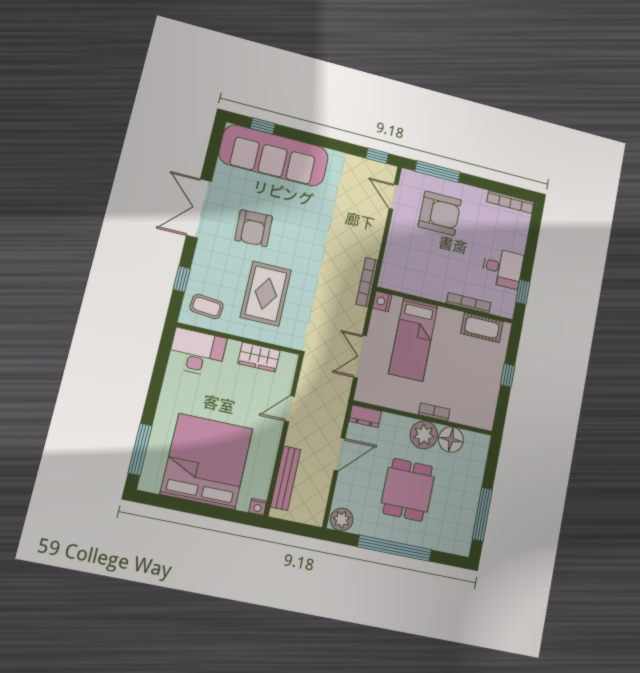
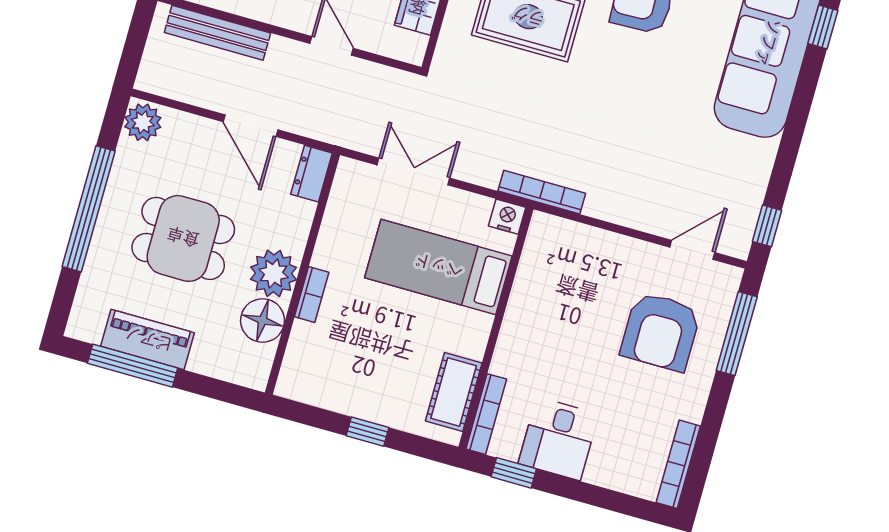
bookcase: (469, 303) -> (486, 414), moved
piano: (467, 507) -> (148, 340), added

